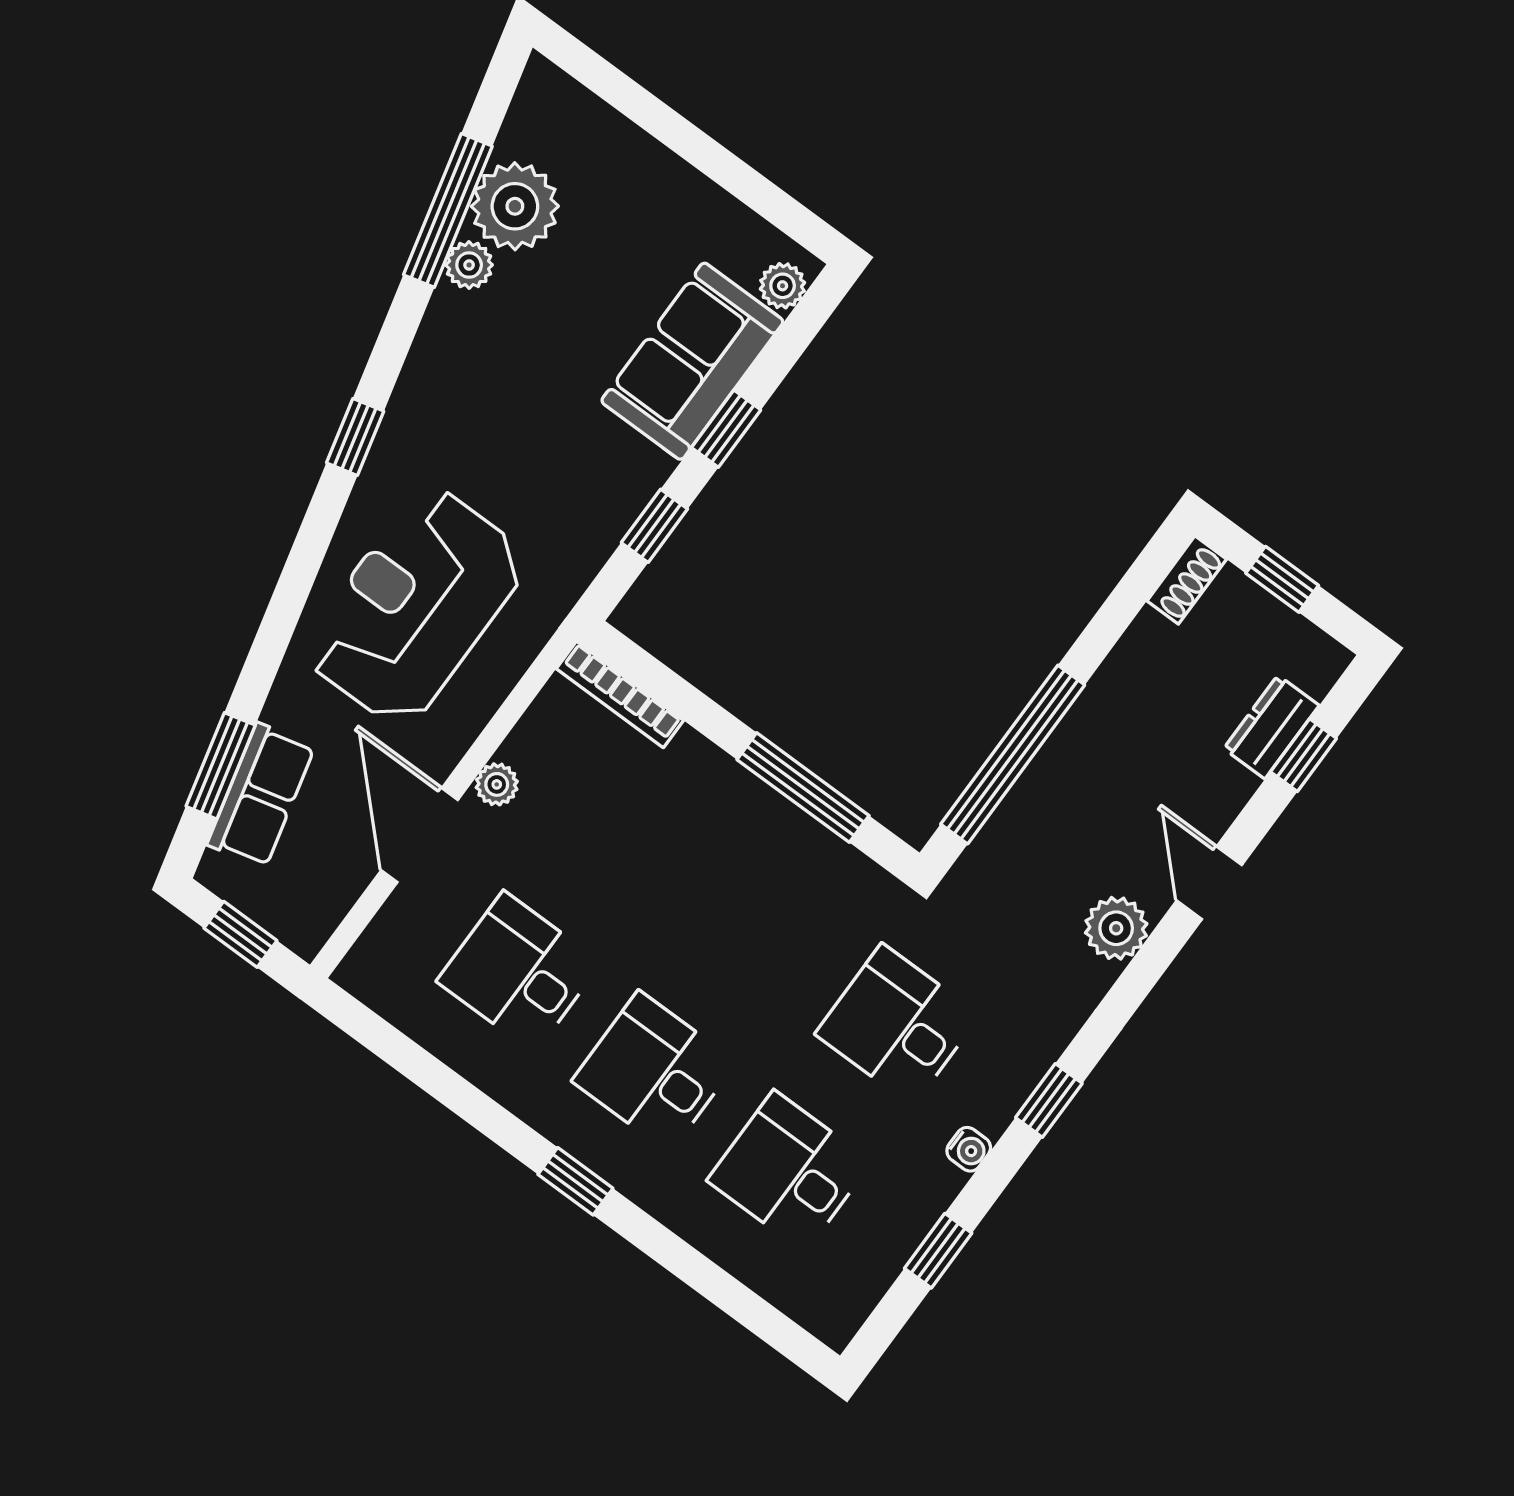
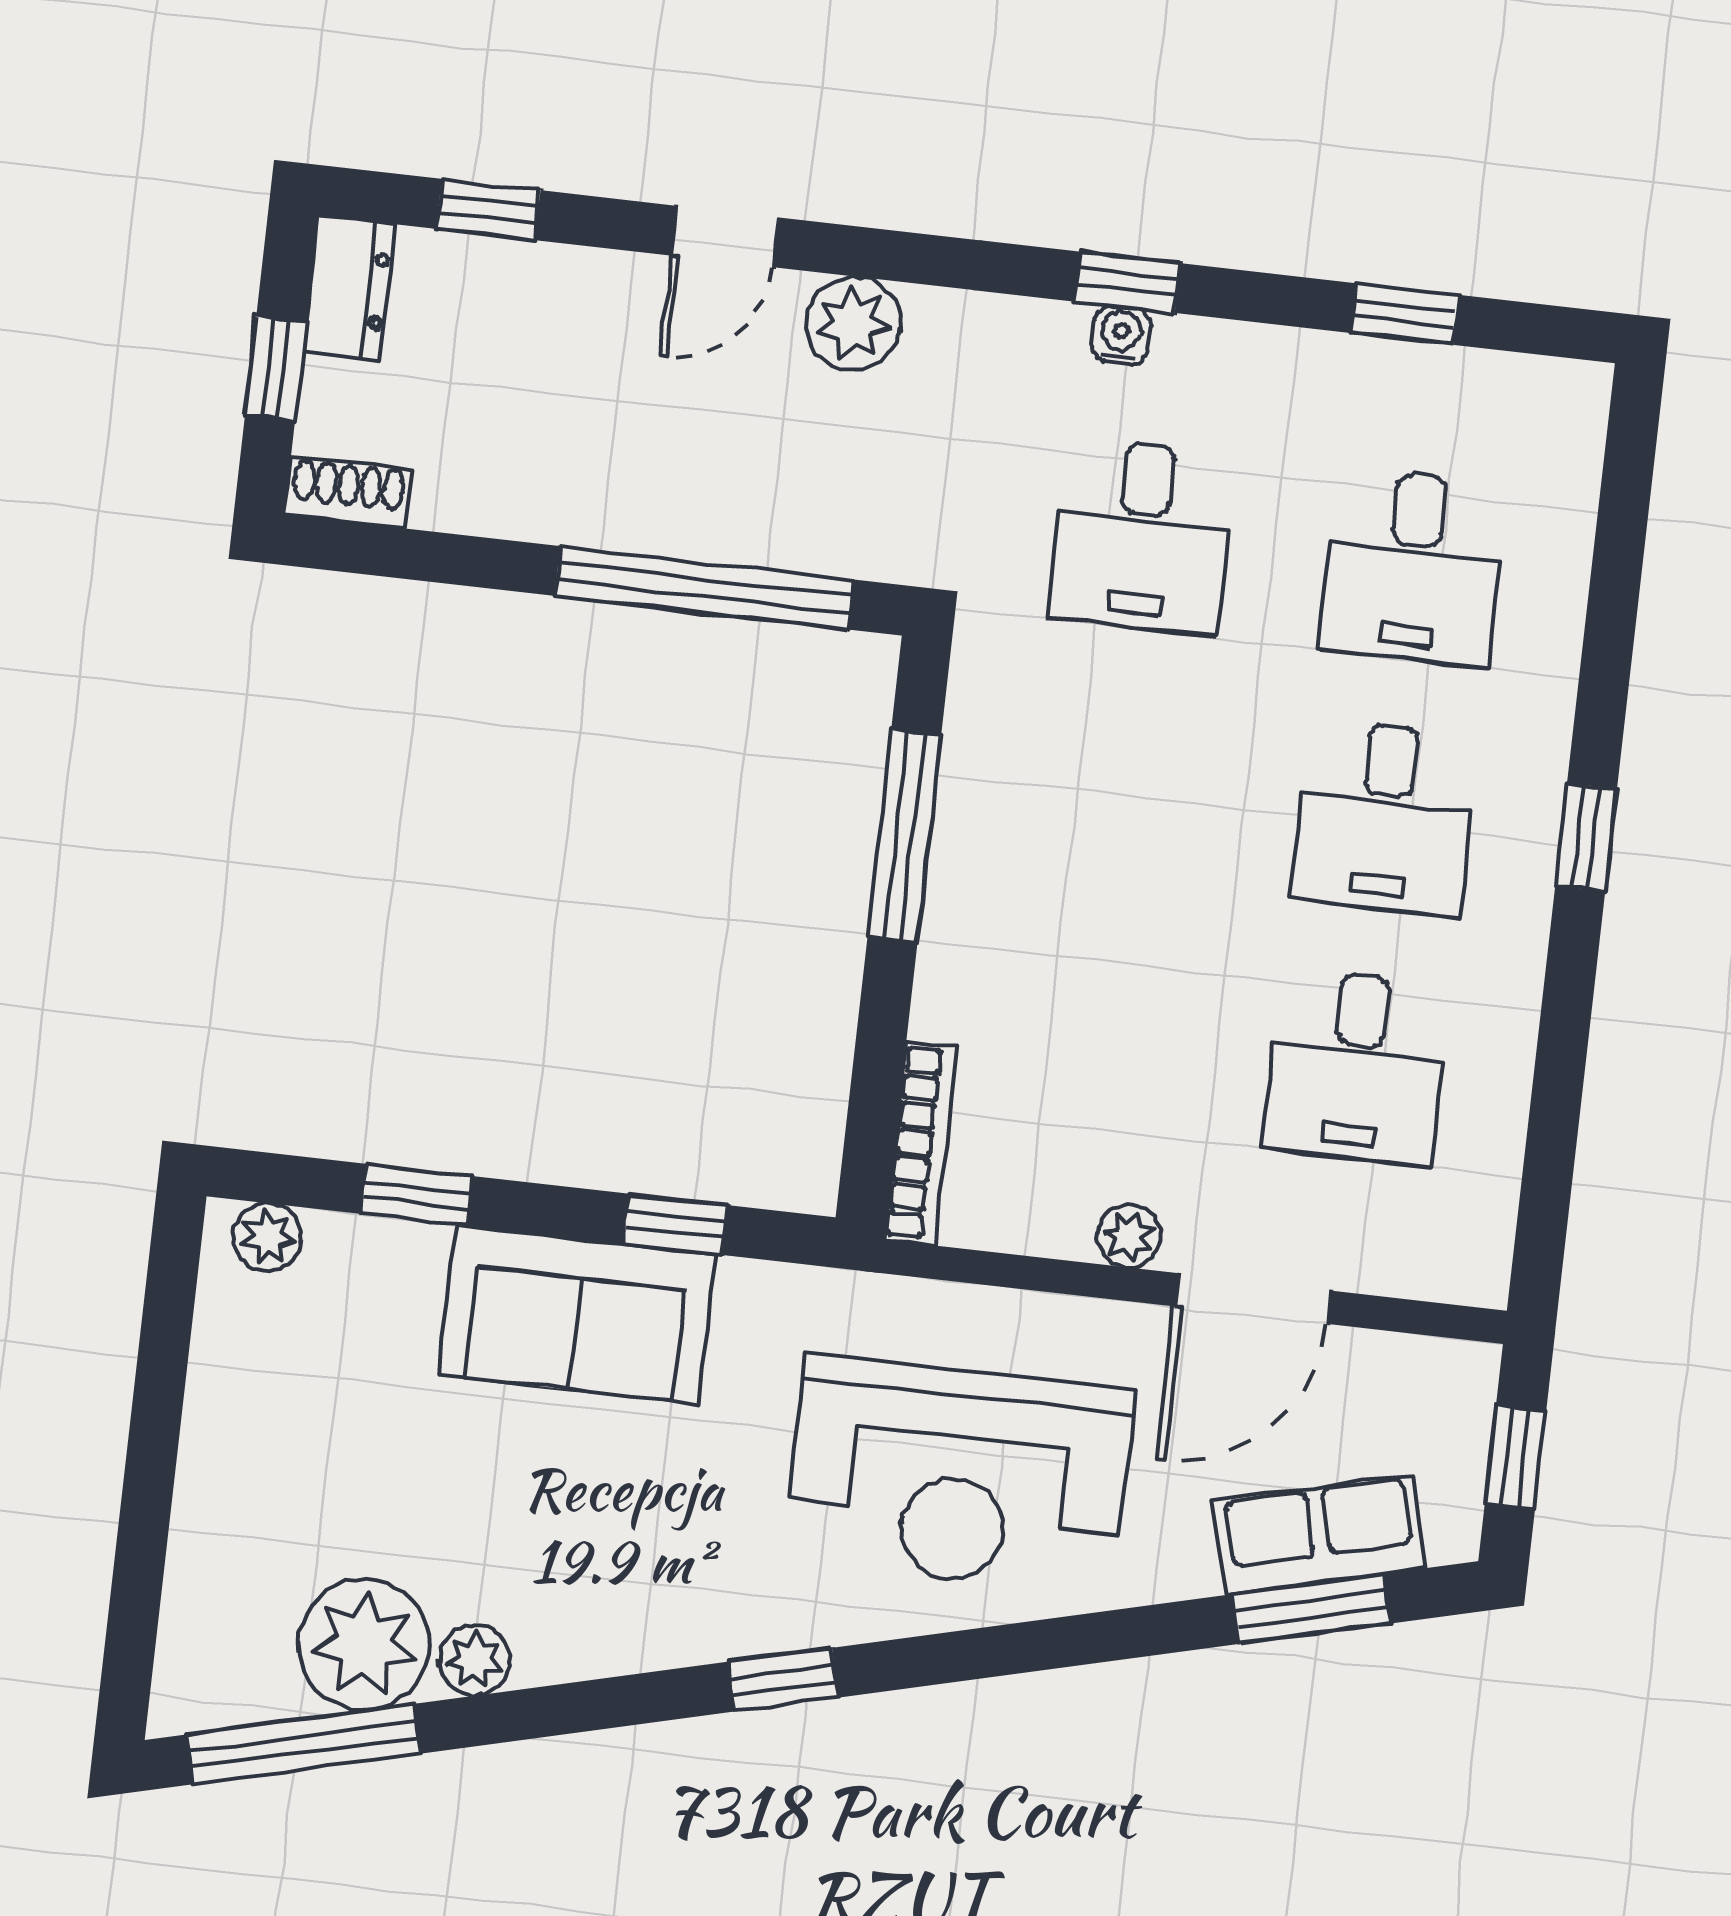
window: (448, 210) -> (304, 1744), moved
sofa: (692, 361) -> (577, 1314), moved
window: (726, 429) -> (417, 1195), moved
dresser: (1271, 727) -> (349, 288), moved, turned -90
water cooler: (969, 1149) -> (1121, 335), moved

